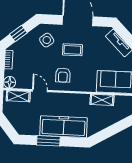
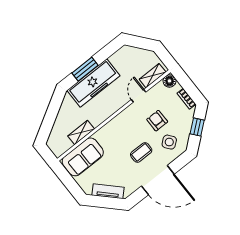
armchair: (63, 75) -> (157, 121), moved
door: (40, 91) -> (139, 96), swing flipped
window: (48, 141) -> (85, 69), moved

